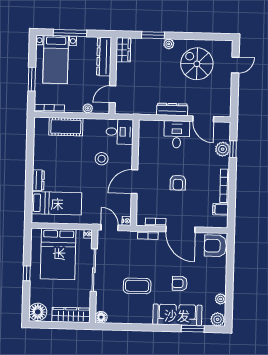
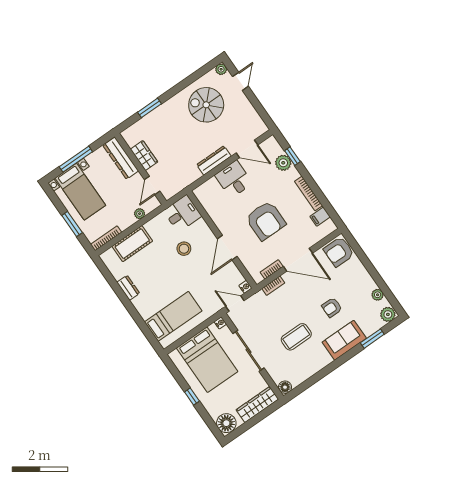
plant: (169, 44) -> (221, 69), moved
wardrobe: (123, 50) -> (144, 156), moved
dresser: (38, 180) -> (128, 288), moved
armchair: (178, 183) -> (266, 221), width x1.88, depth x1.88
sofa: (177, 315) -> (344, 340), width x0.73

